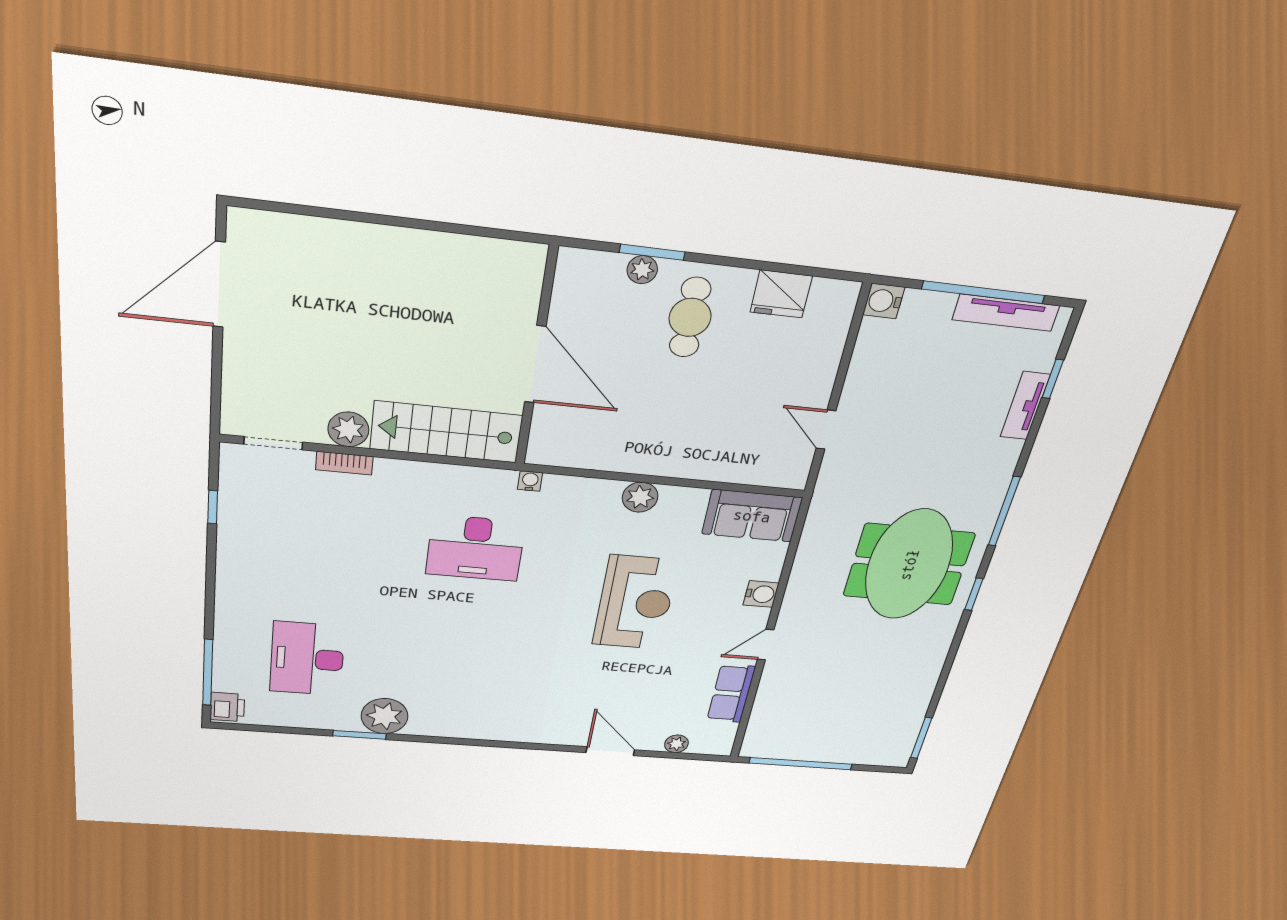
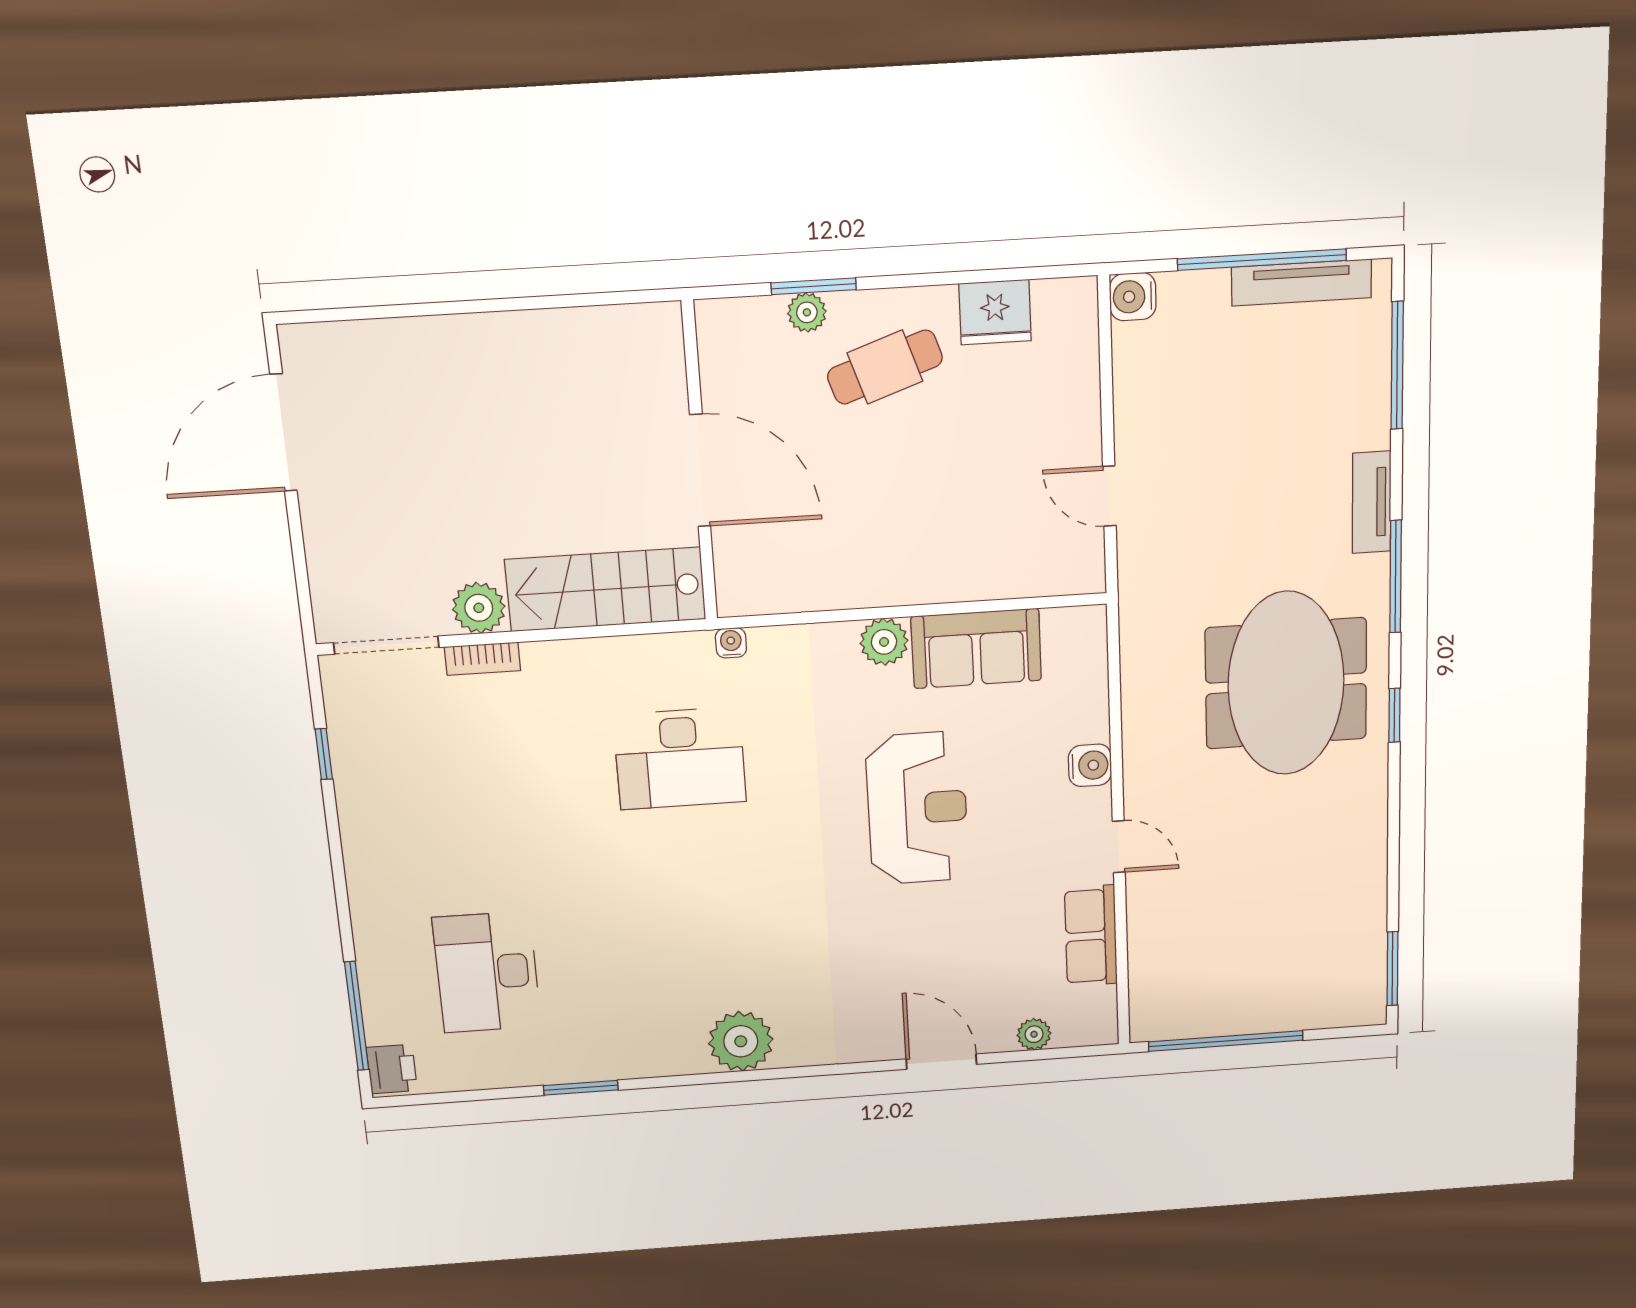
cafe table: (690, 317) -> (885, 367), turned 71
window: (1053, 379) -> (1397, 365), width x2.17
tv unit: (1025, 406) -> (1372, 502), moved
doorway: (273, 443) -> (386, 645), width x1.38
sofa: (752, 516) -> (976, 648), moved
door: (766, 645) -> (1119, 847), swing flipped
plant: (385, 716) -> (741, 1041), moved

